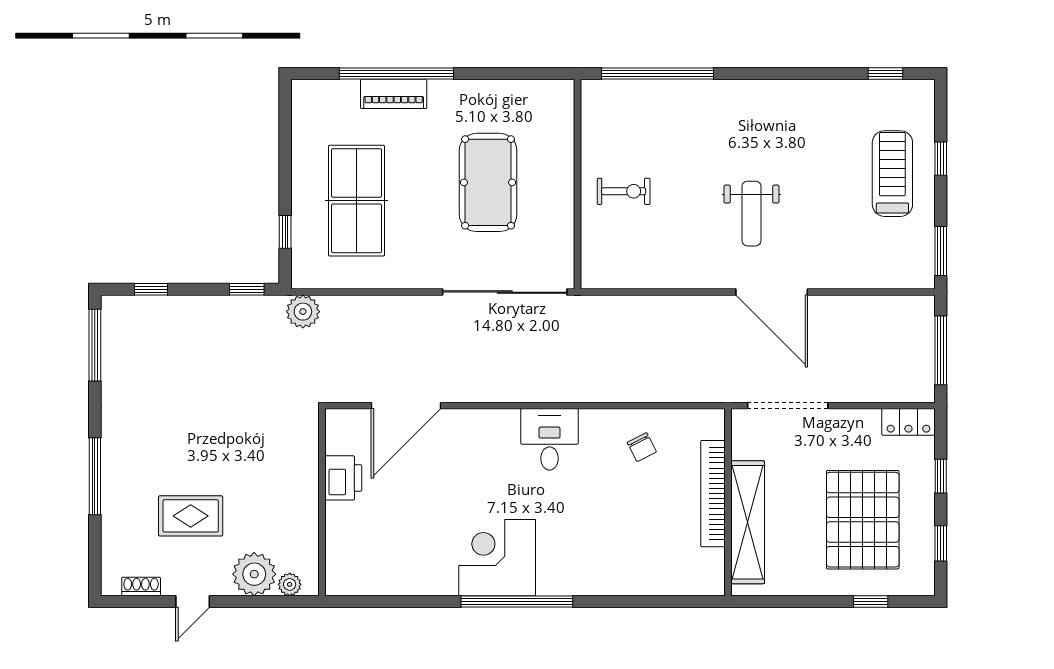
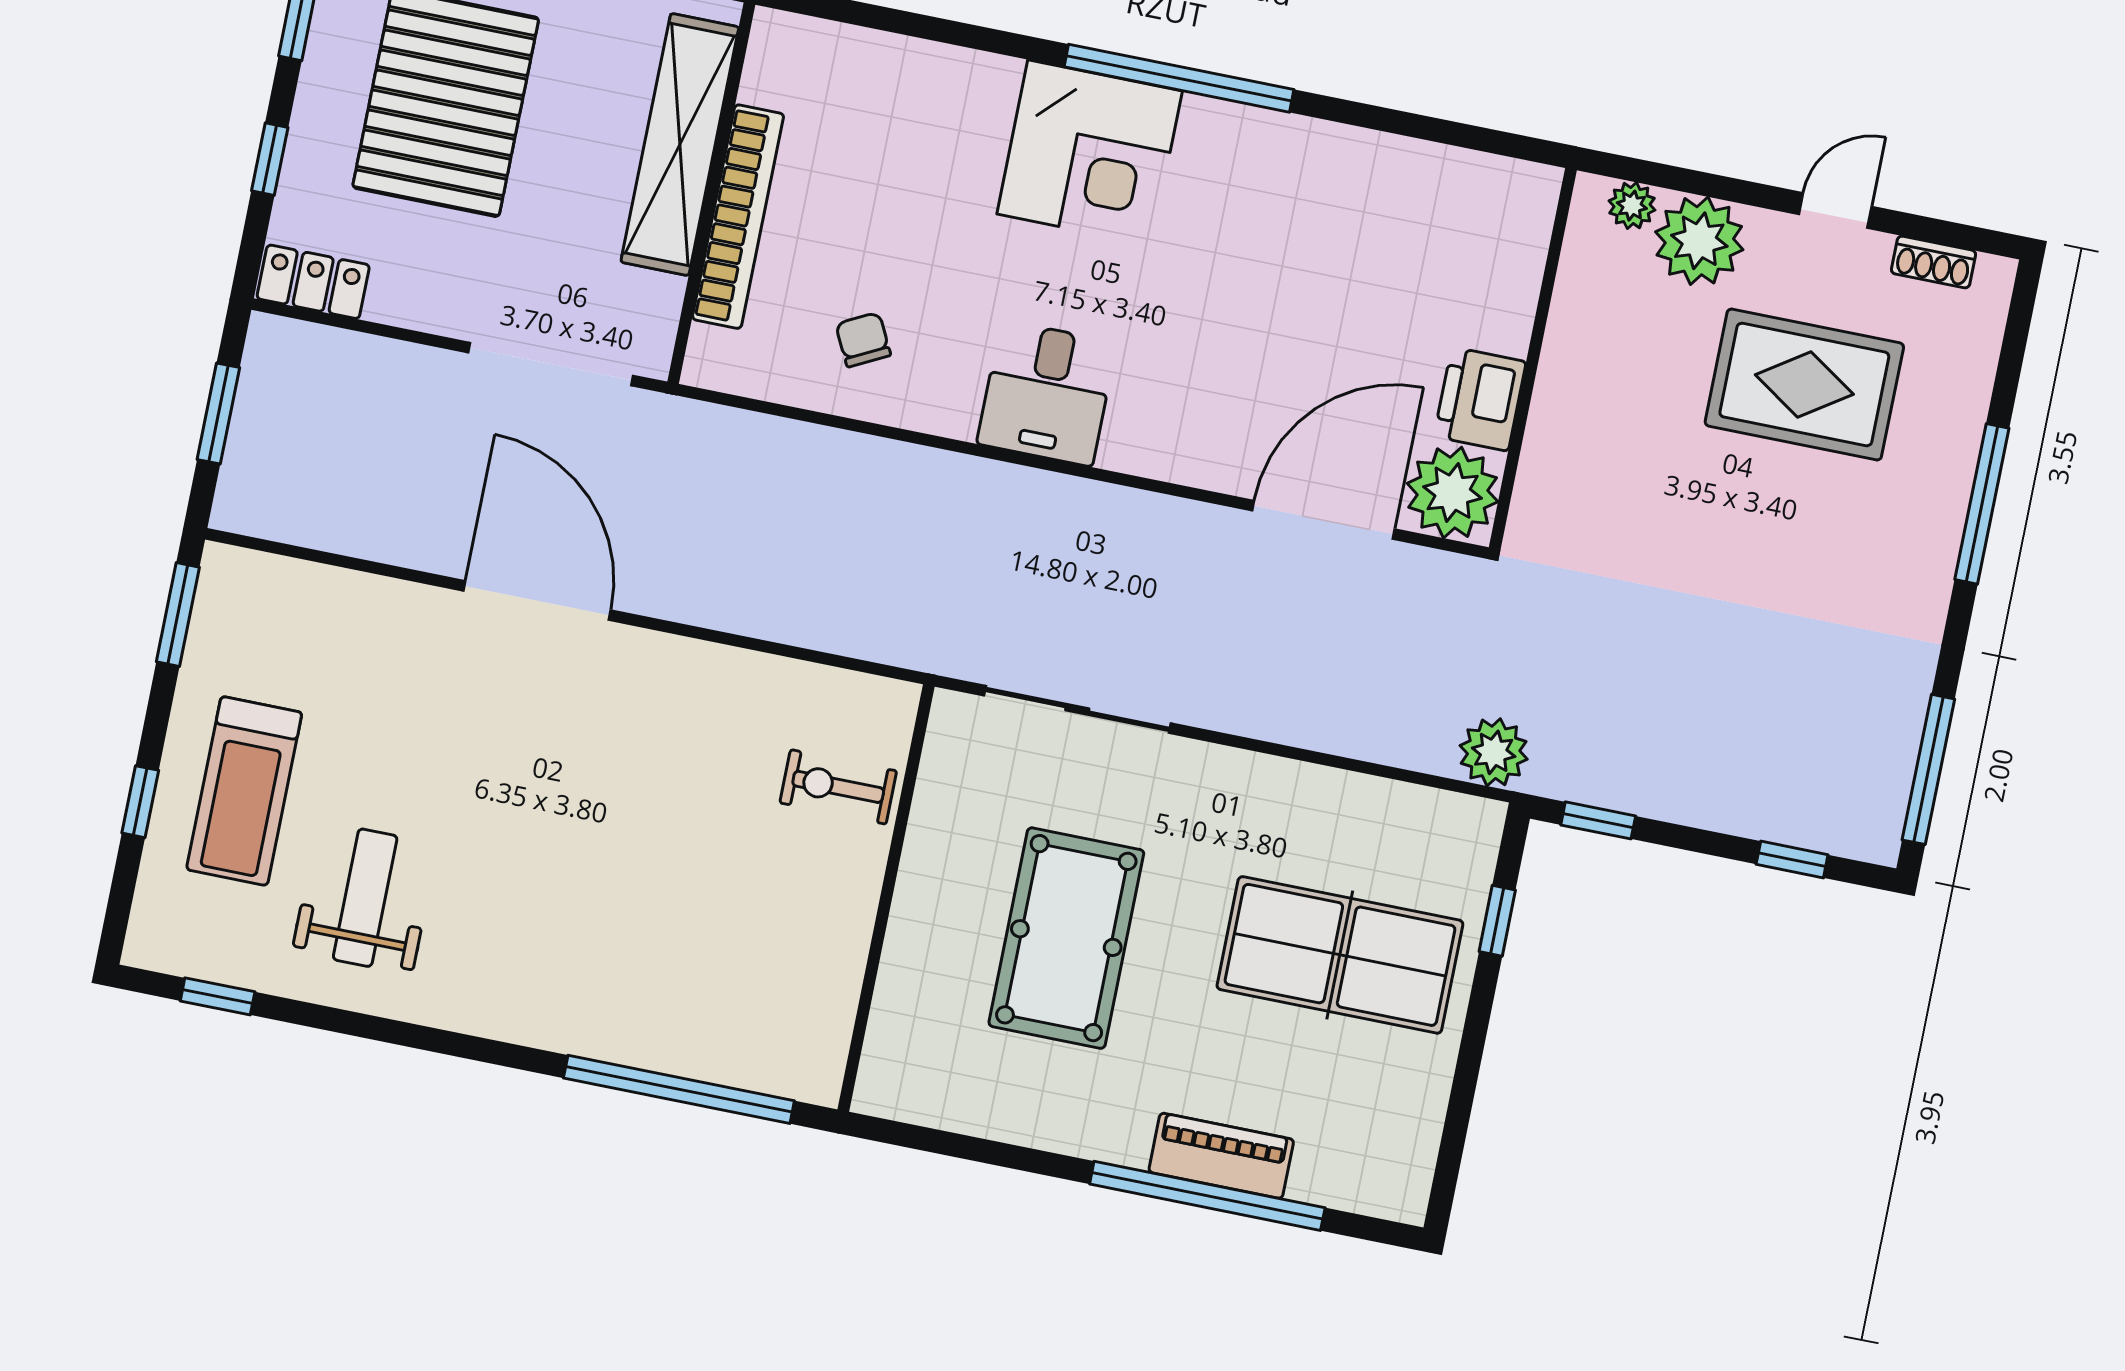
exercise bike: (624, 191) -> (838, 787), moved
table tennis table: (356, 201) -> (1340, 955), turned 90
weight bench: (751, 214) -> (365, 898), moved
sliding door: (505, 292) -> (1077, 709), width x0.73
window: (941, 350) -> (218, 414), width x0.69
plant: (347, 431) -> (1453, 493), added
rug: (191, 516) -> (1804, 385), width x1.36, depth x1.43
corner desk: (497, 558) -> (1090, 153), moved

